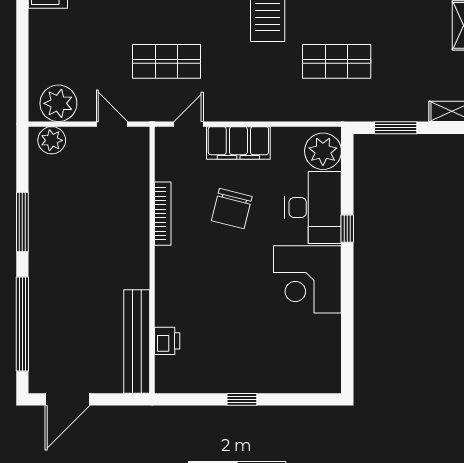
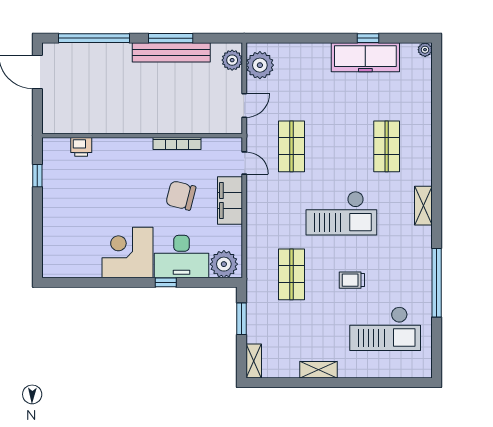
bench: (137, 341) -> (171, 52), moved
window: (242, 399) -> (37, 176), moved

